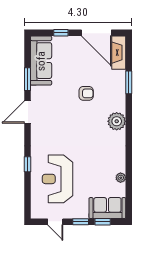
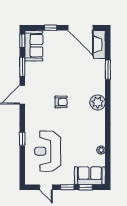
window: (27, 48) -> (22, 41), added
sofa: (41, 61) -> (34, 46), width x0.73
armchair: (86, 93) -> (61, 102), moved

